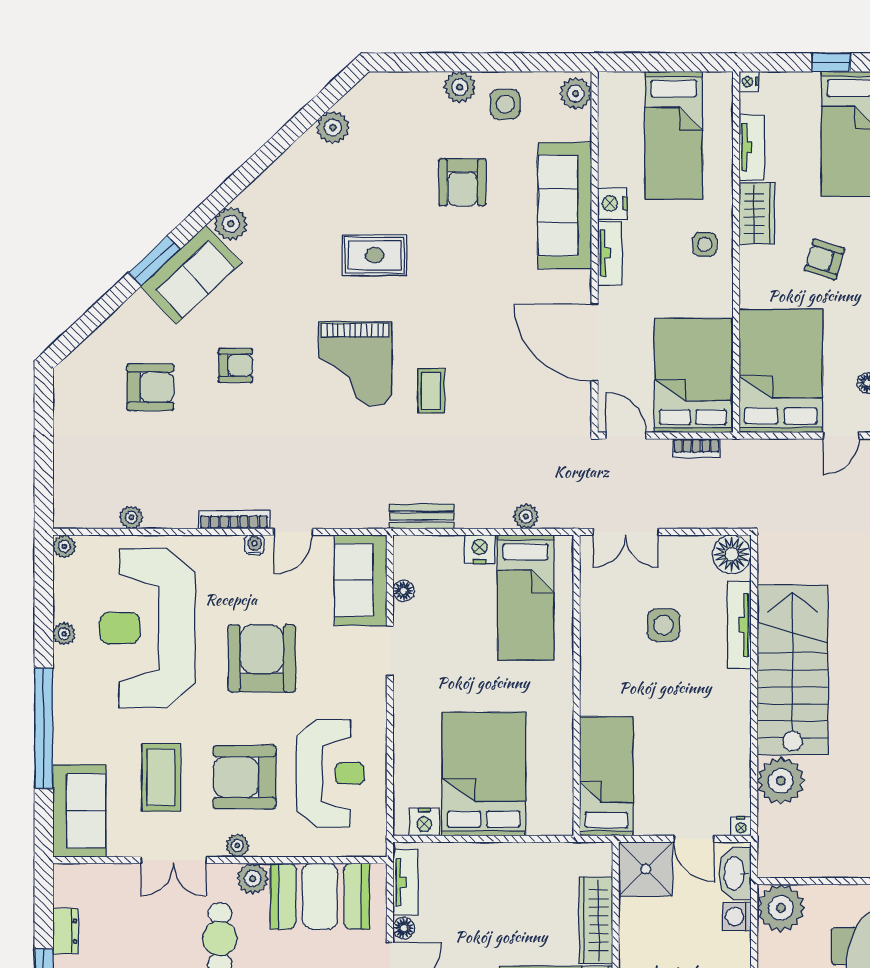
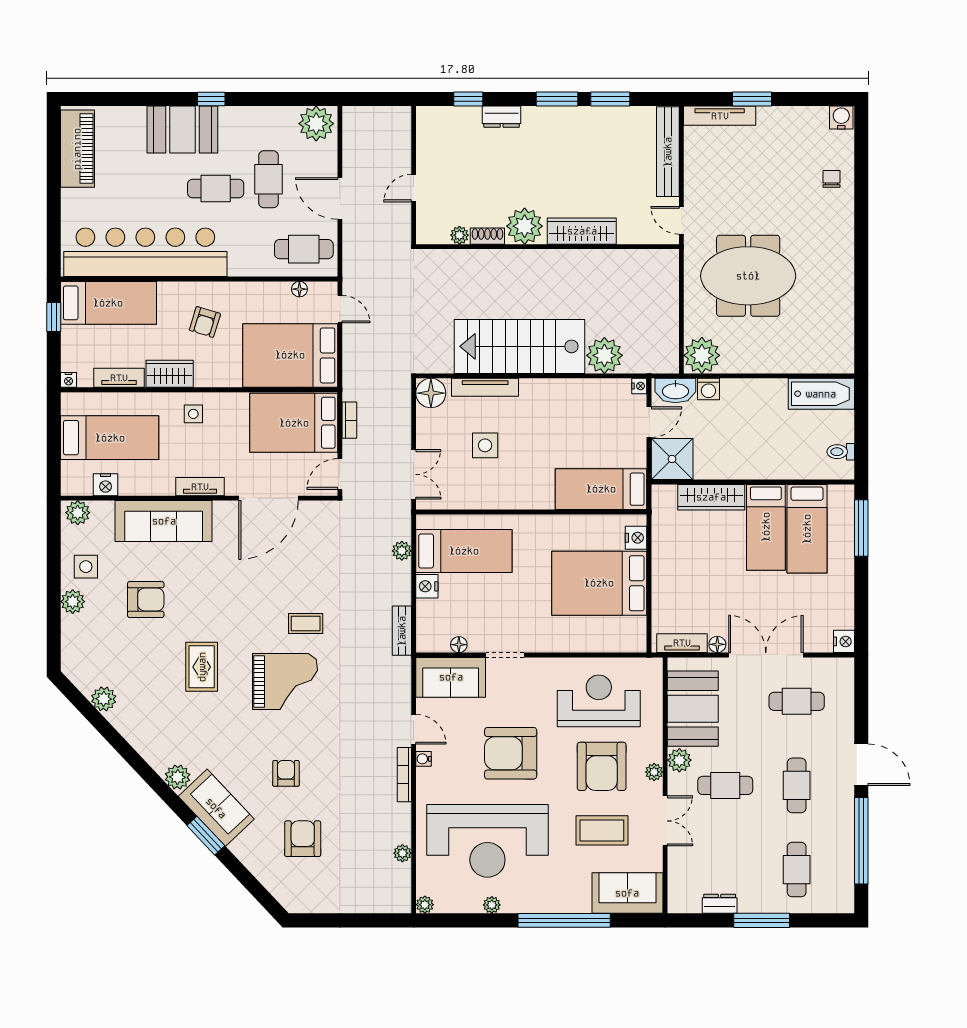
nightstand: (612, 203) -> (106, 485), moved
nightstand: (424, 822) -> (636, 538), moved

